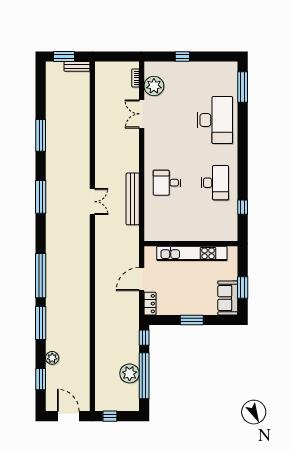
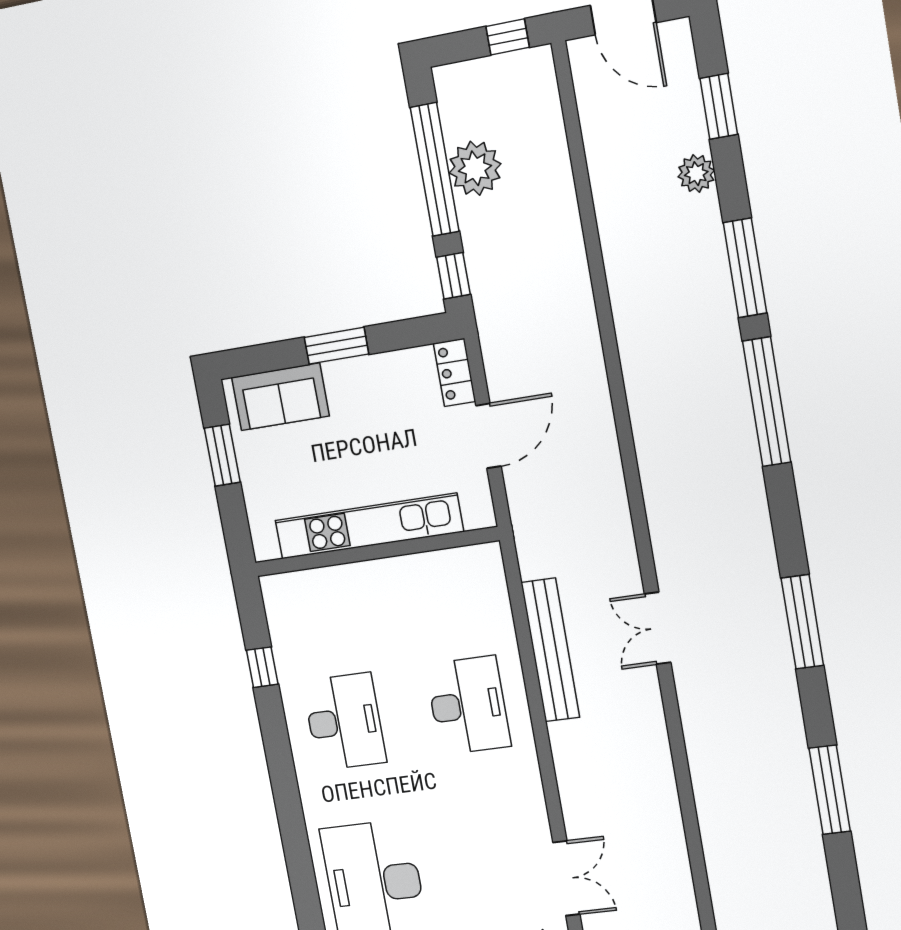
desk: (167, 183) -> (468, 705), width x1.37
desk: (215, 183) -> (344, 722), turned 180
sofa: (228, 298) -> (280, 397), moved, turned 90

